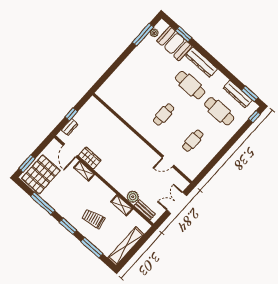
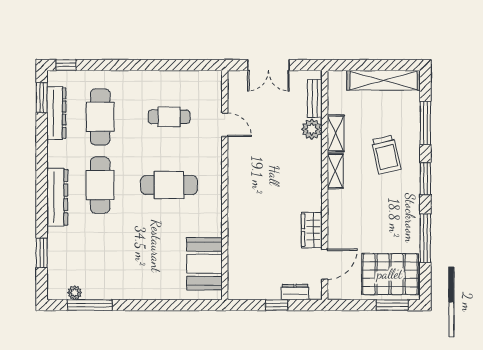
booth: (174, 43) -> (205, 264), moved
cafe table: (164, 114) -> (169, 185), width x1.37, depth x1.35
shelving: (84, 171) -> (335, 171), moved

